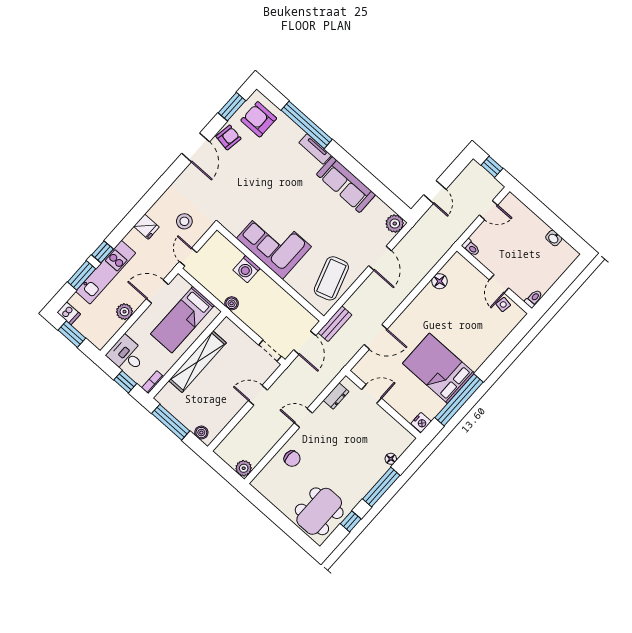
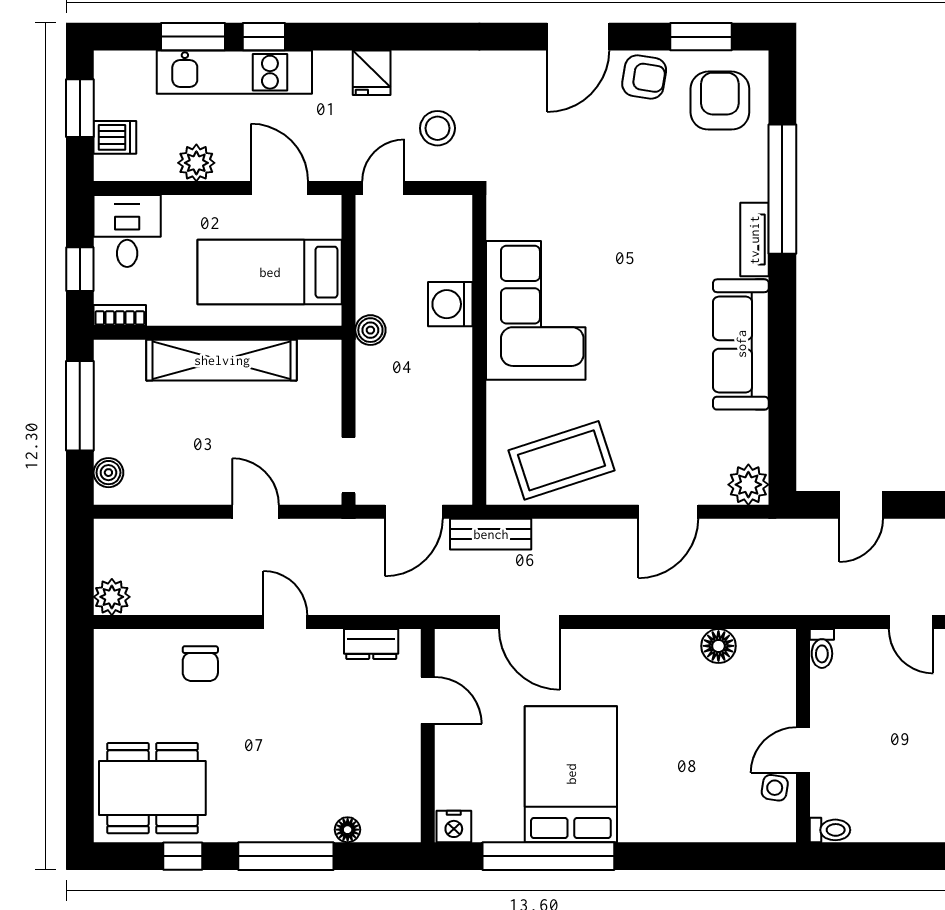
dishwasher: (69, 313) -> (115, 137), moved, turned -90

